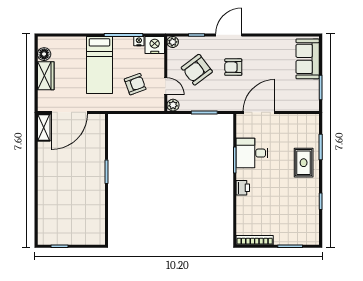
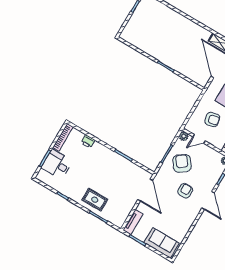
armchair: (197, 70) -> (182, 163), moved
armchair: (135, 84) -> (212, 119), turned -83
tv unit: (303, 105) -> (133, 222), added
desk: (252, 153) -> (57, 164), moved, turned -90
printer: (243, 188) -> (88, 141), moved

